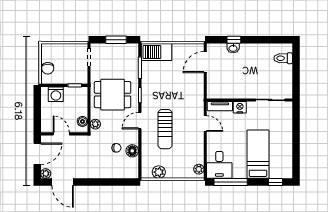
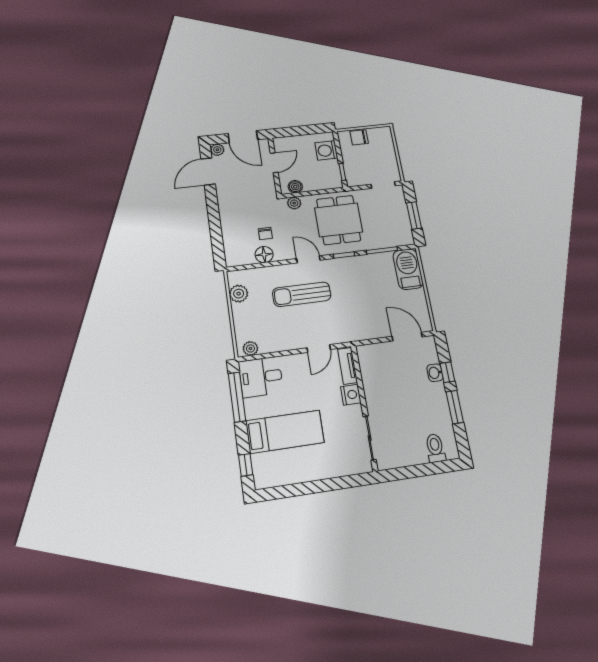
window: (258, 40) -> (455, 407), added

